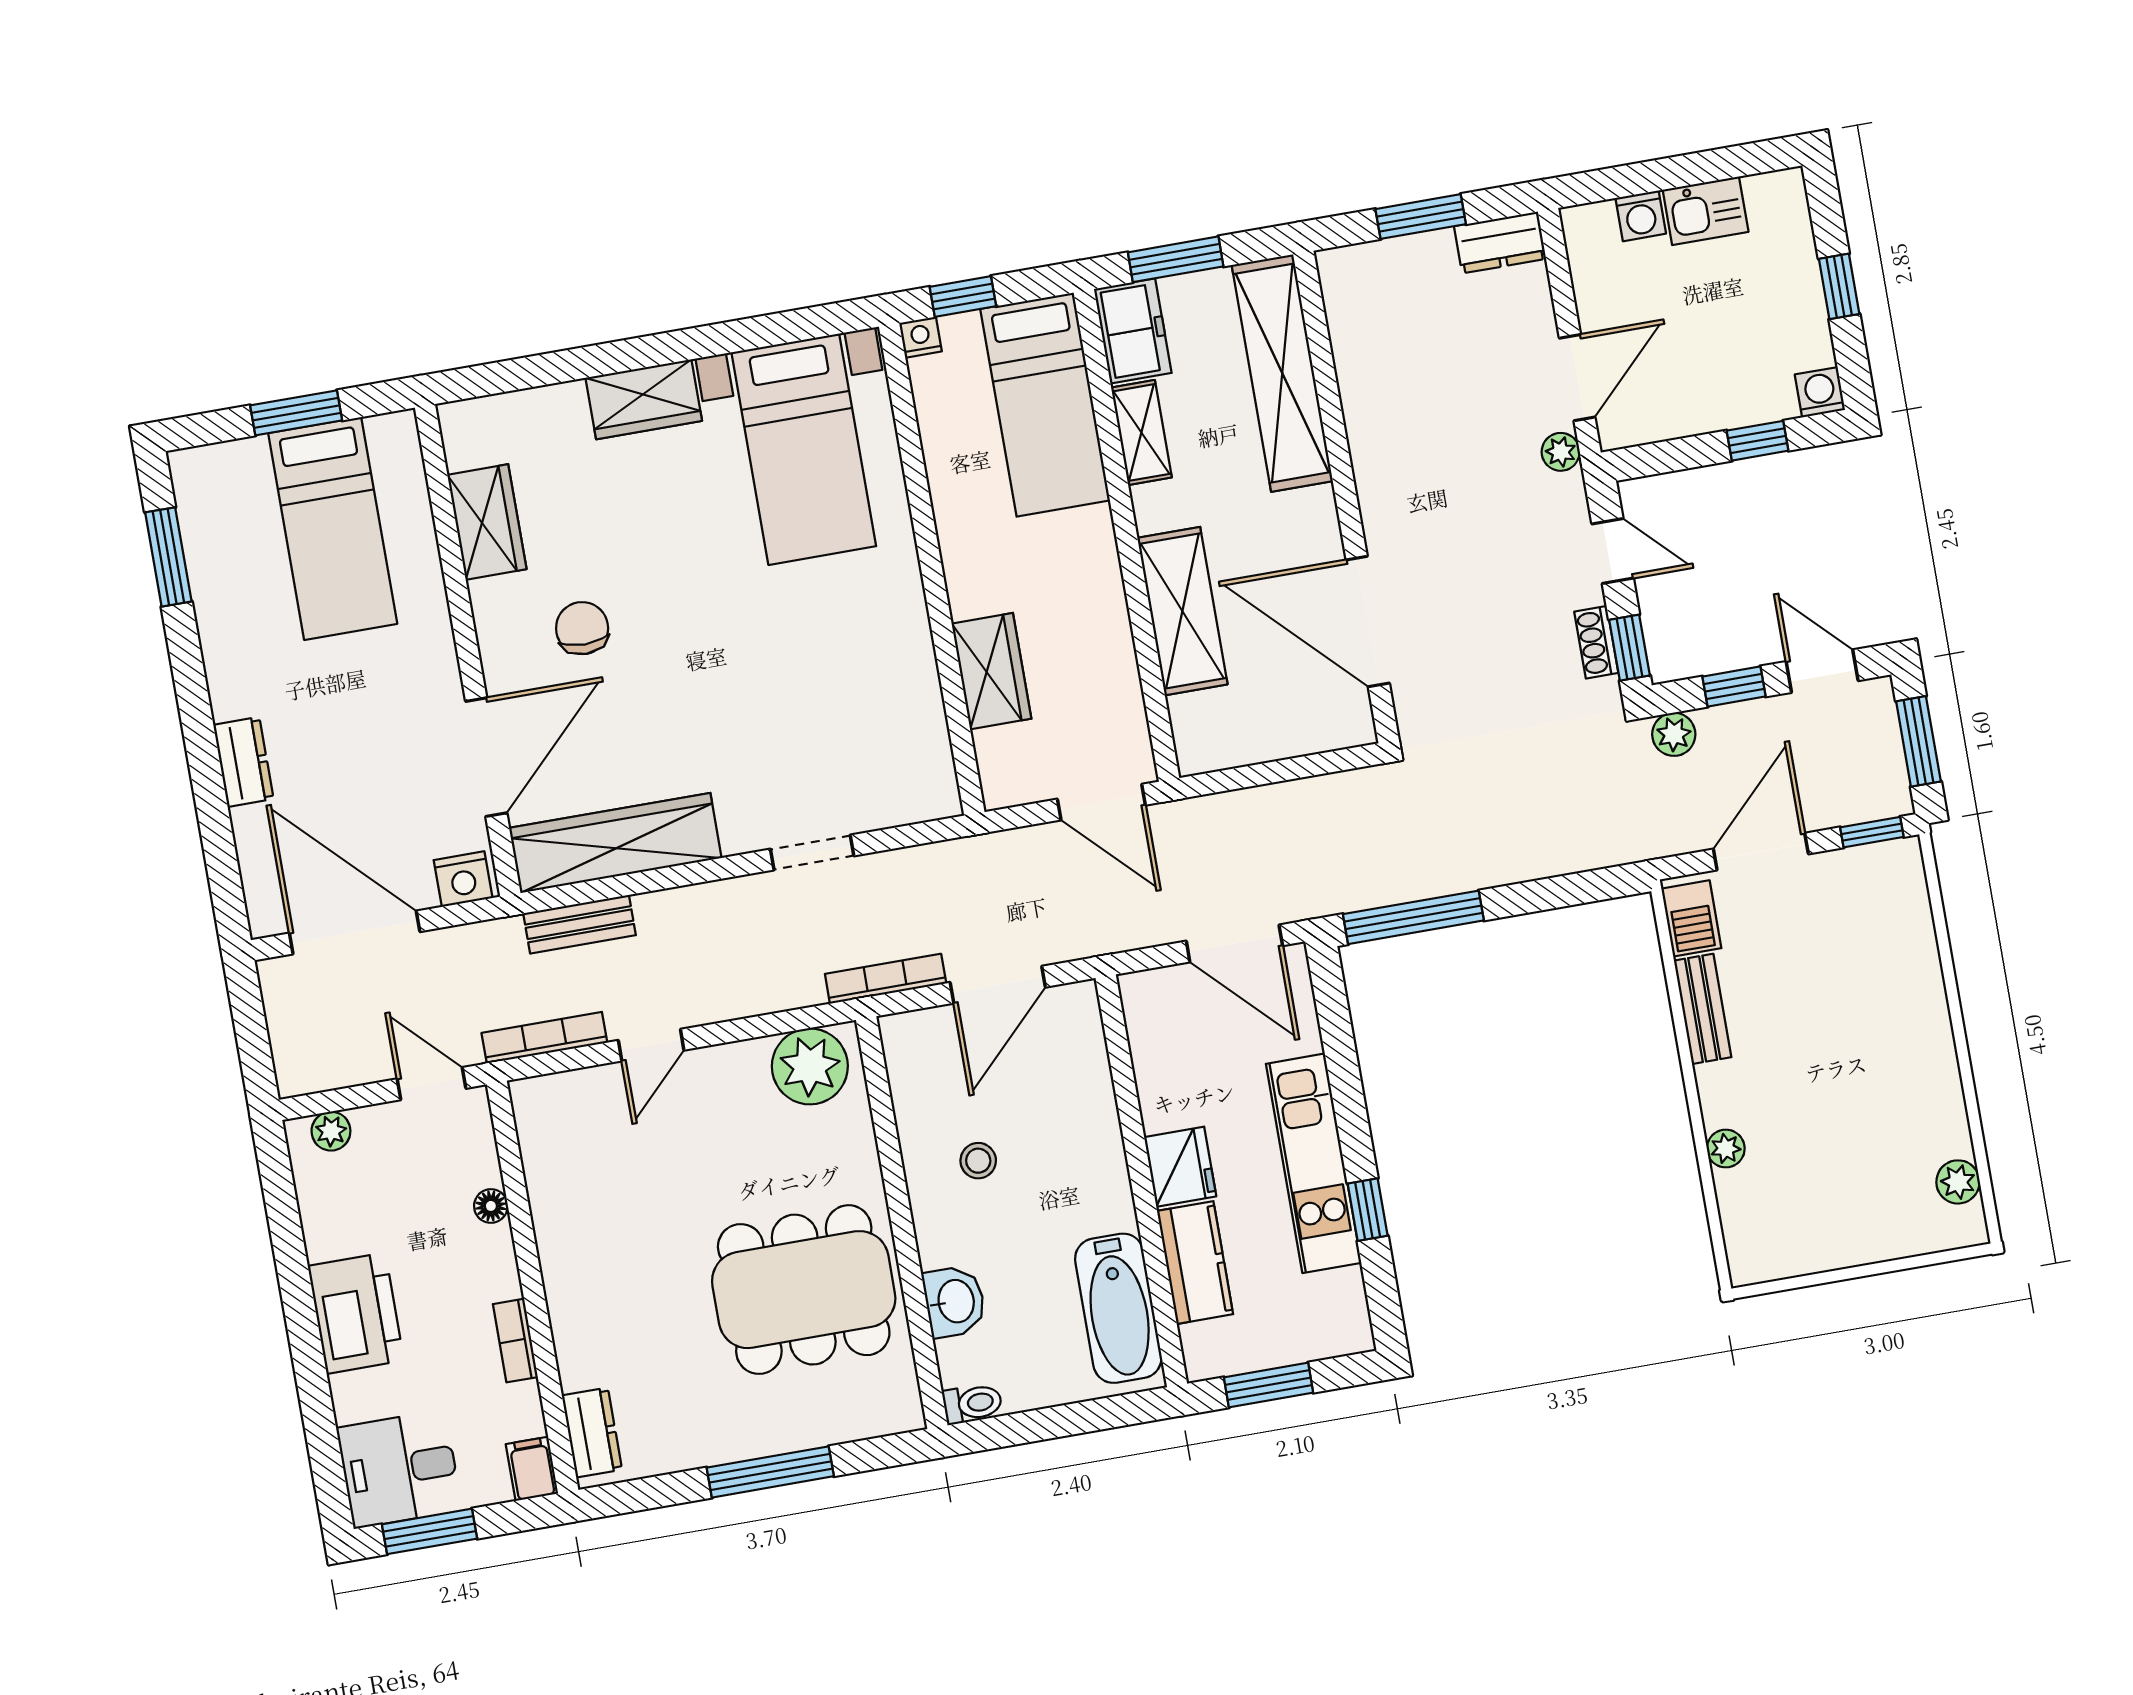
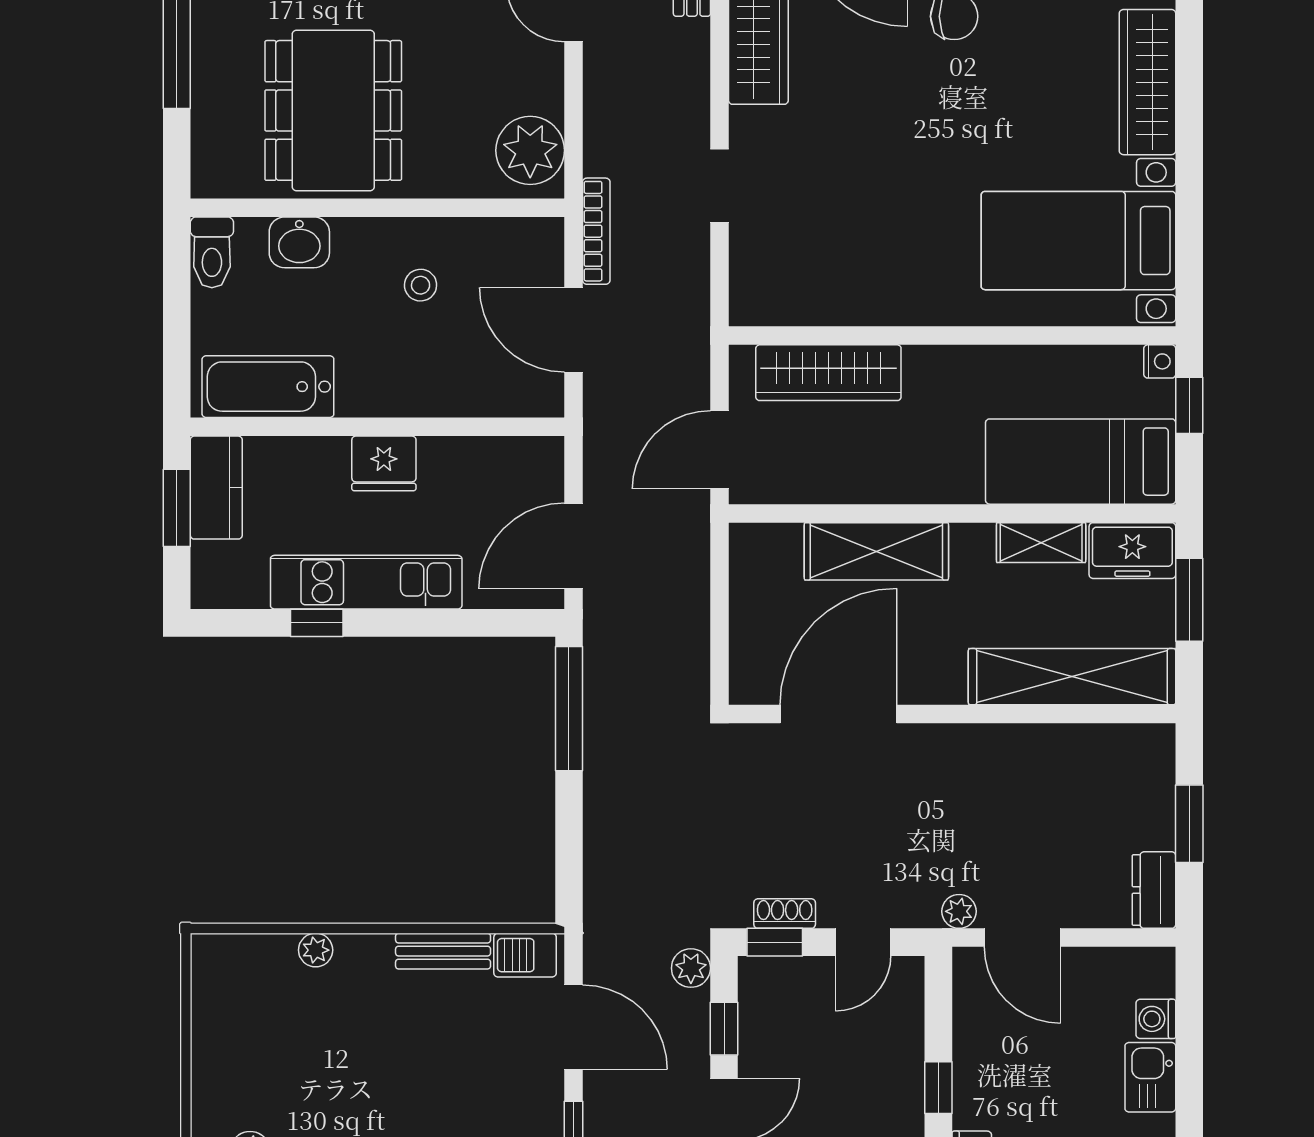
wardrobe: (644, 399) -> (1148, 82), width x1.50
wardrobe: (991, 671) -> (828, 373), width x1.50
kitchen counter: (1195, 1263) -> (216, 488), moved, turned -90
toilet: (972, 1403) -> (212, 252), width x1.37, depth x1.39

